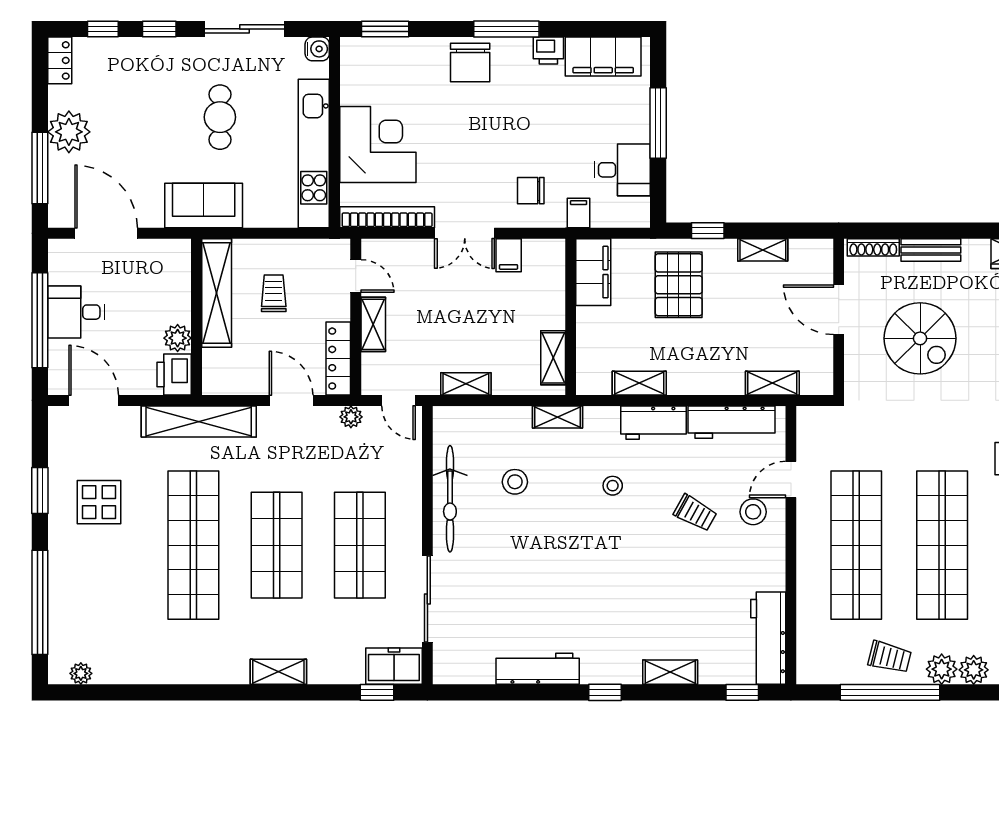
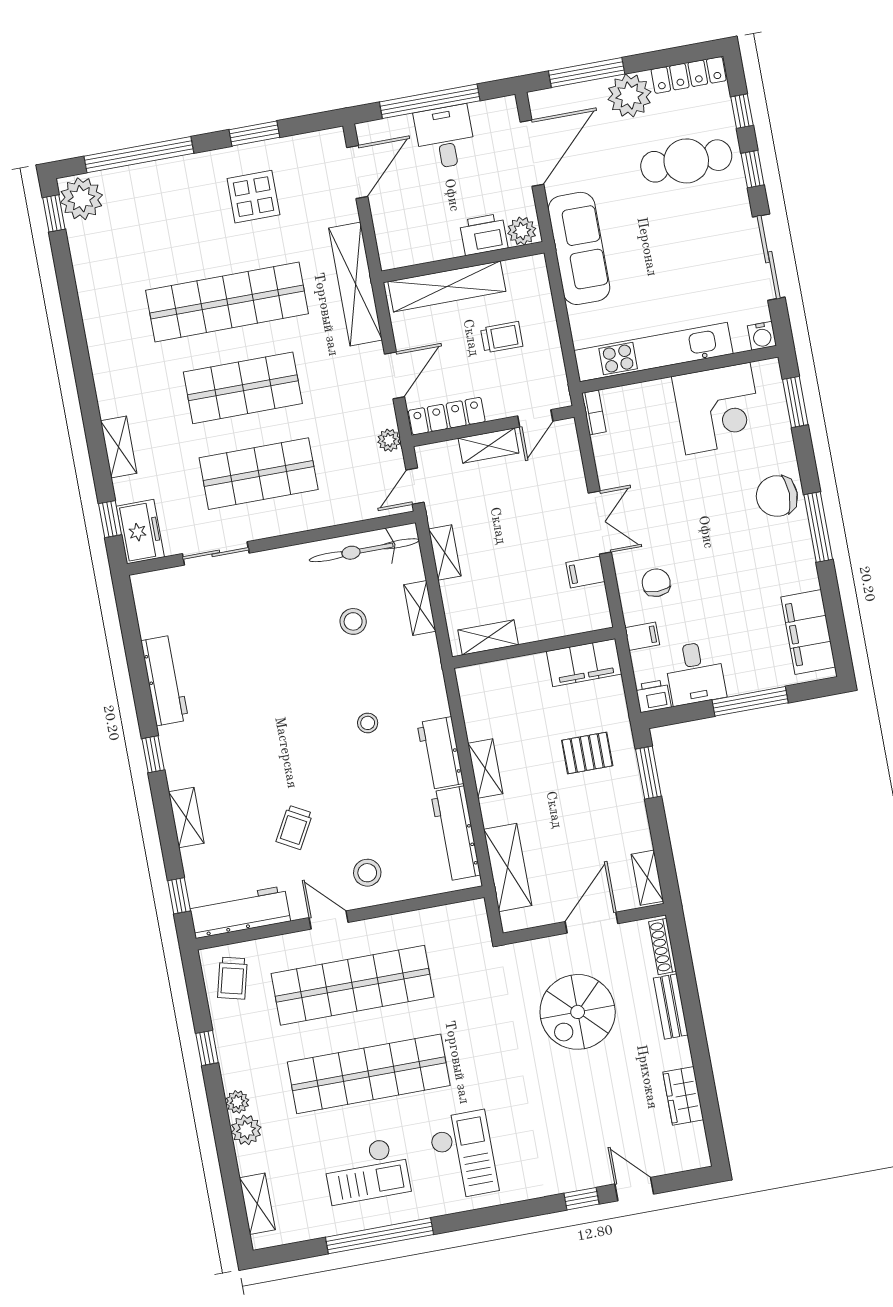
printer: (548, 51) -> (653, 696), moved, turned 90
locker: (60, 60) -> (689, 75), width x1.53
cafe table: (220, 117) -> (686, 161), moved, width x1.37, depth x1.35
corner desk: (378, 144) -> (718, 409), moved
sofa: (204, 206) -> (579, 248), width x1.36
bookcase: (387, 217) -> (594, 412), width x0.43, depth x0.76
window: (708, 231) -> (648, 773), width x1.50
double door: (465, 233) -> (600, 523), swing flipped
shelving: (763, 250) -> (647, 878), moved
pallet: (679, 285) -> (587, 753), width x0.67, depth x0.71
shelving: (217, 293) -> (447, 286), moved
plant: (178, 338) -> (522, 231), moved
printer: (174, 374) -> (484, 234), moved
shelving: (639, 383) -> (485, 769), moved
shelving: (772, 383) -> (508, 867), width x1.50, depth x1.33
shelving: (557, 417) -> (420, 608), moved
door: (791, 479) -> (329, 920), moved
bicycle: (450, 499) -> (364, 550), moved
trolley: (695, 513) -> (294, 827), moved
sliding door: (427, 599) -> (216, 553), width x0.73
trolley: (890, 657) -> (232, 978), moved
plant: (942, 669) -> (237, 1102), width x0.73, depth x0.73
shelving: (278, 672) -> (119, 447), moved
plant: (81, 673) -> (81, 199), width x1.88, depth x1.88
window: (80, 692) -> (54, 213), added
window: (890, 692) -> (207, 1048), width x0.32

